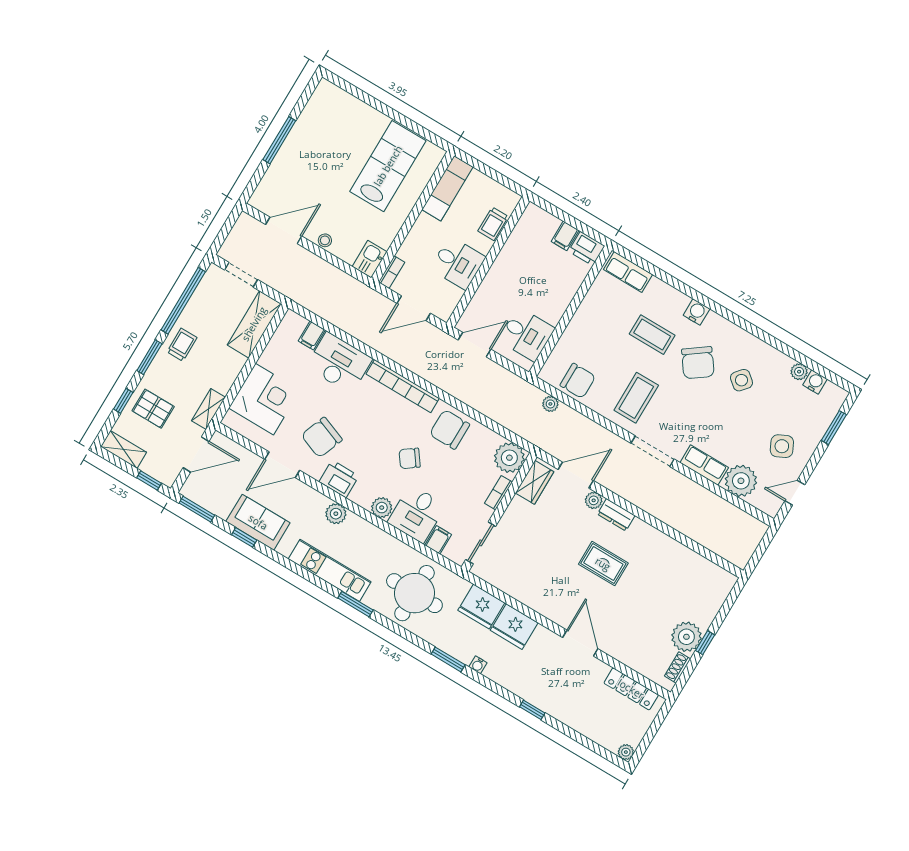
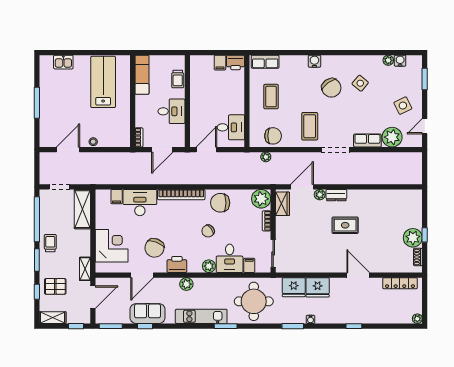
kitchen sink: (370, 259) -> (63, 62), moved, turned -90
coffee table: (652, 335) -> (271, 97), moved, turned 90

